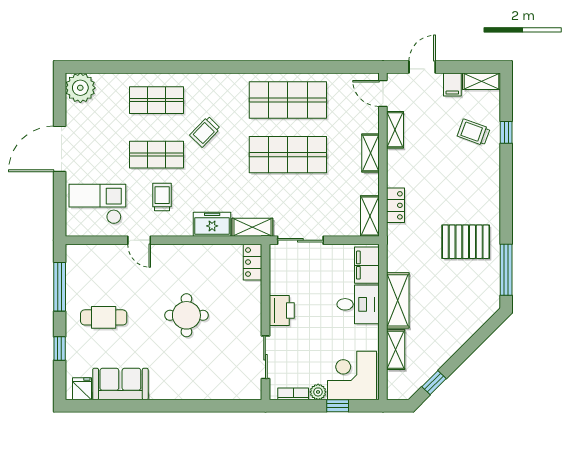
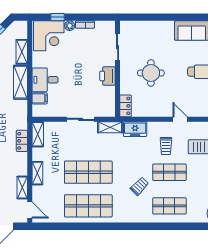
locker: (253, 262) -> (126, 106), moved
filing cabinet: (367, 265) -> (40, 98), width x0.50
printer: (282, 310) -> (108, 76), moved
wall: (265, 322) -> (118, 69), moved
sliding door: (265, 357) -> (118, 47), moved

